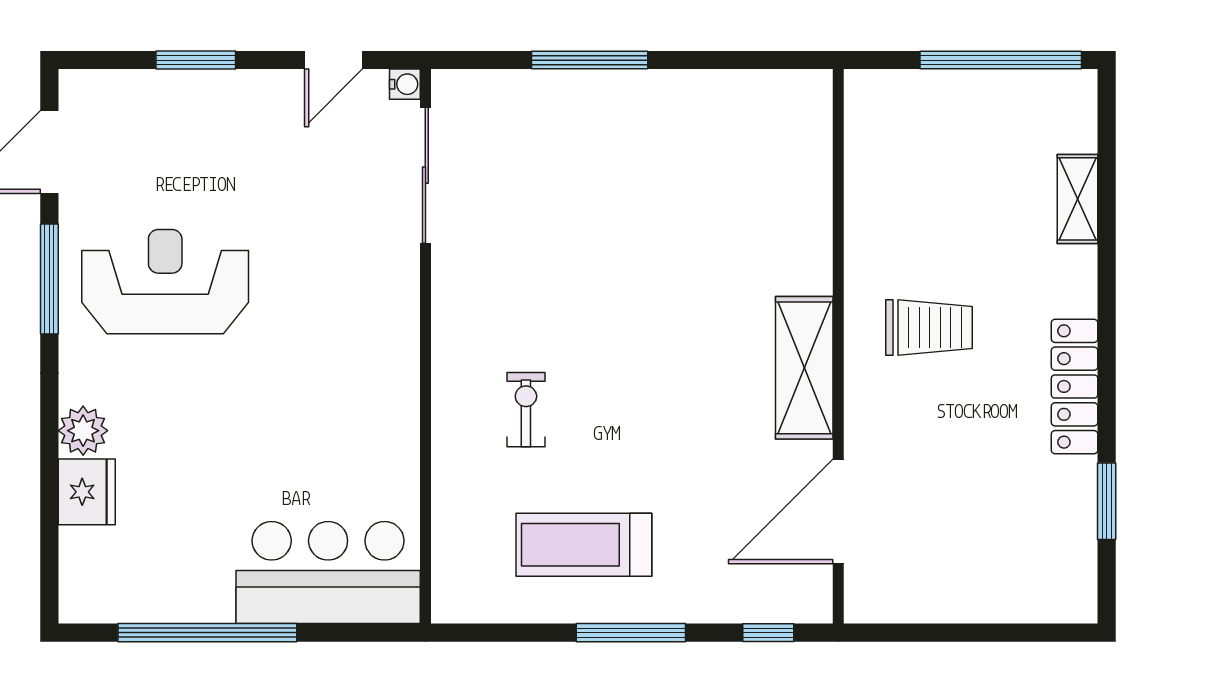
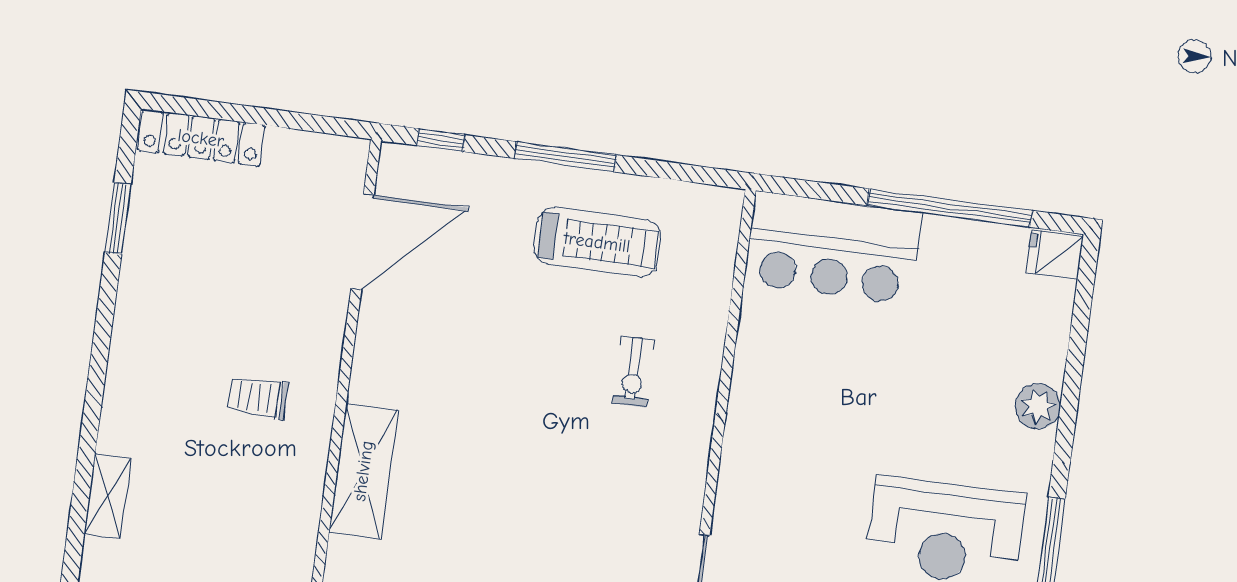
trolley: (929, 328) -> (258, 397), width x0.73, depth x0.72
shelving: (804, 368) -> (363, 471), moved
locker: (1075, 386) -> (201, 138), moved, turned 90
fridge: (87, 492) -> (1055, 255), moved, width x0.72

